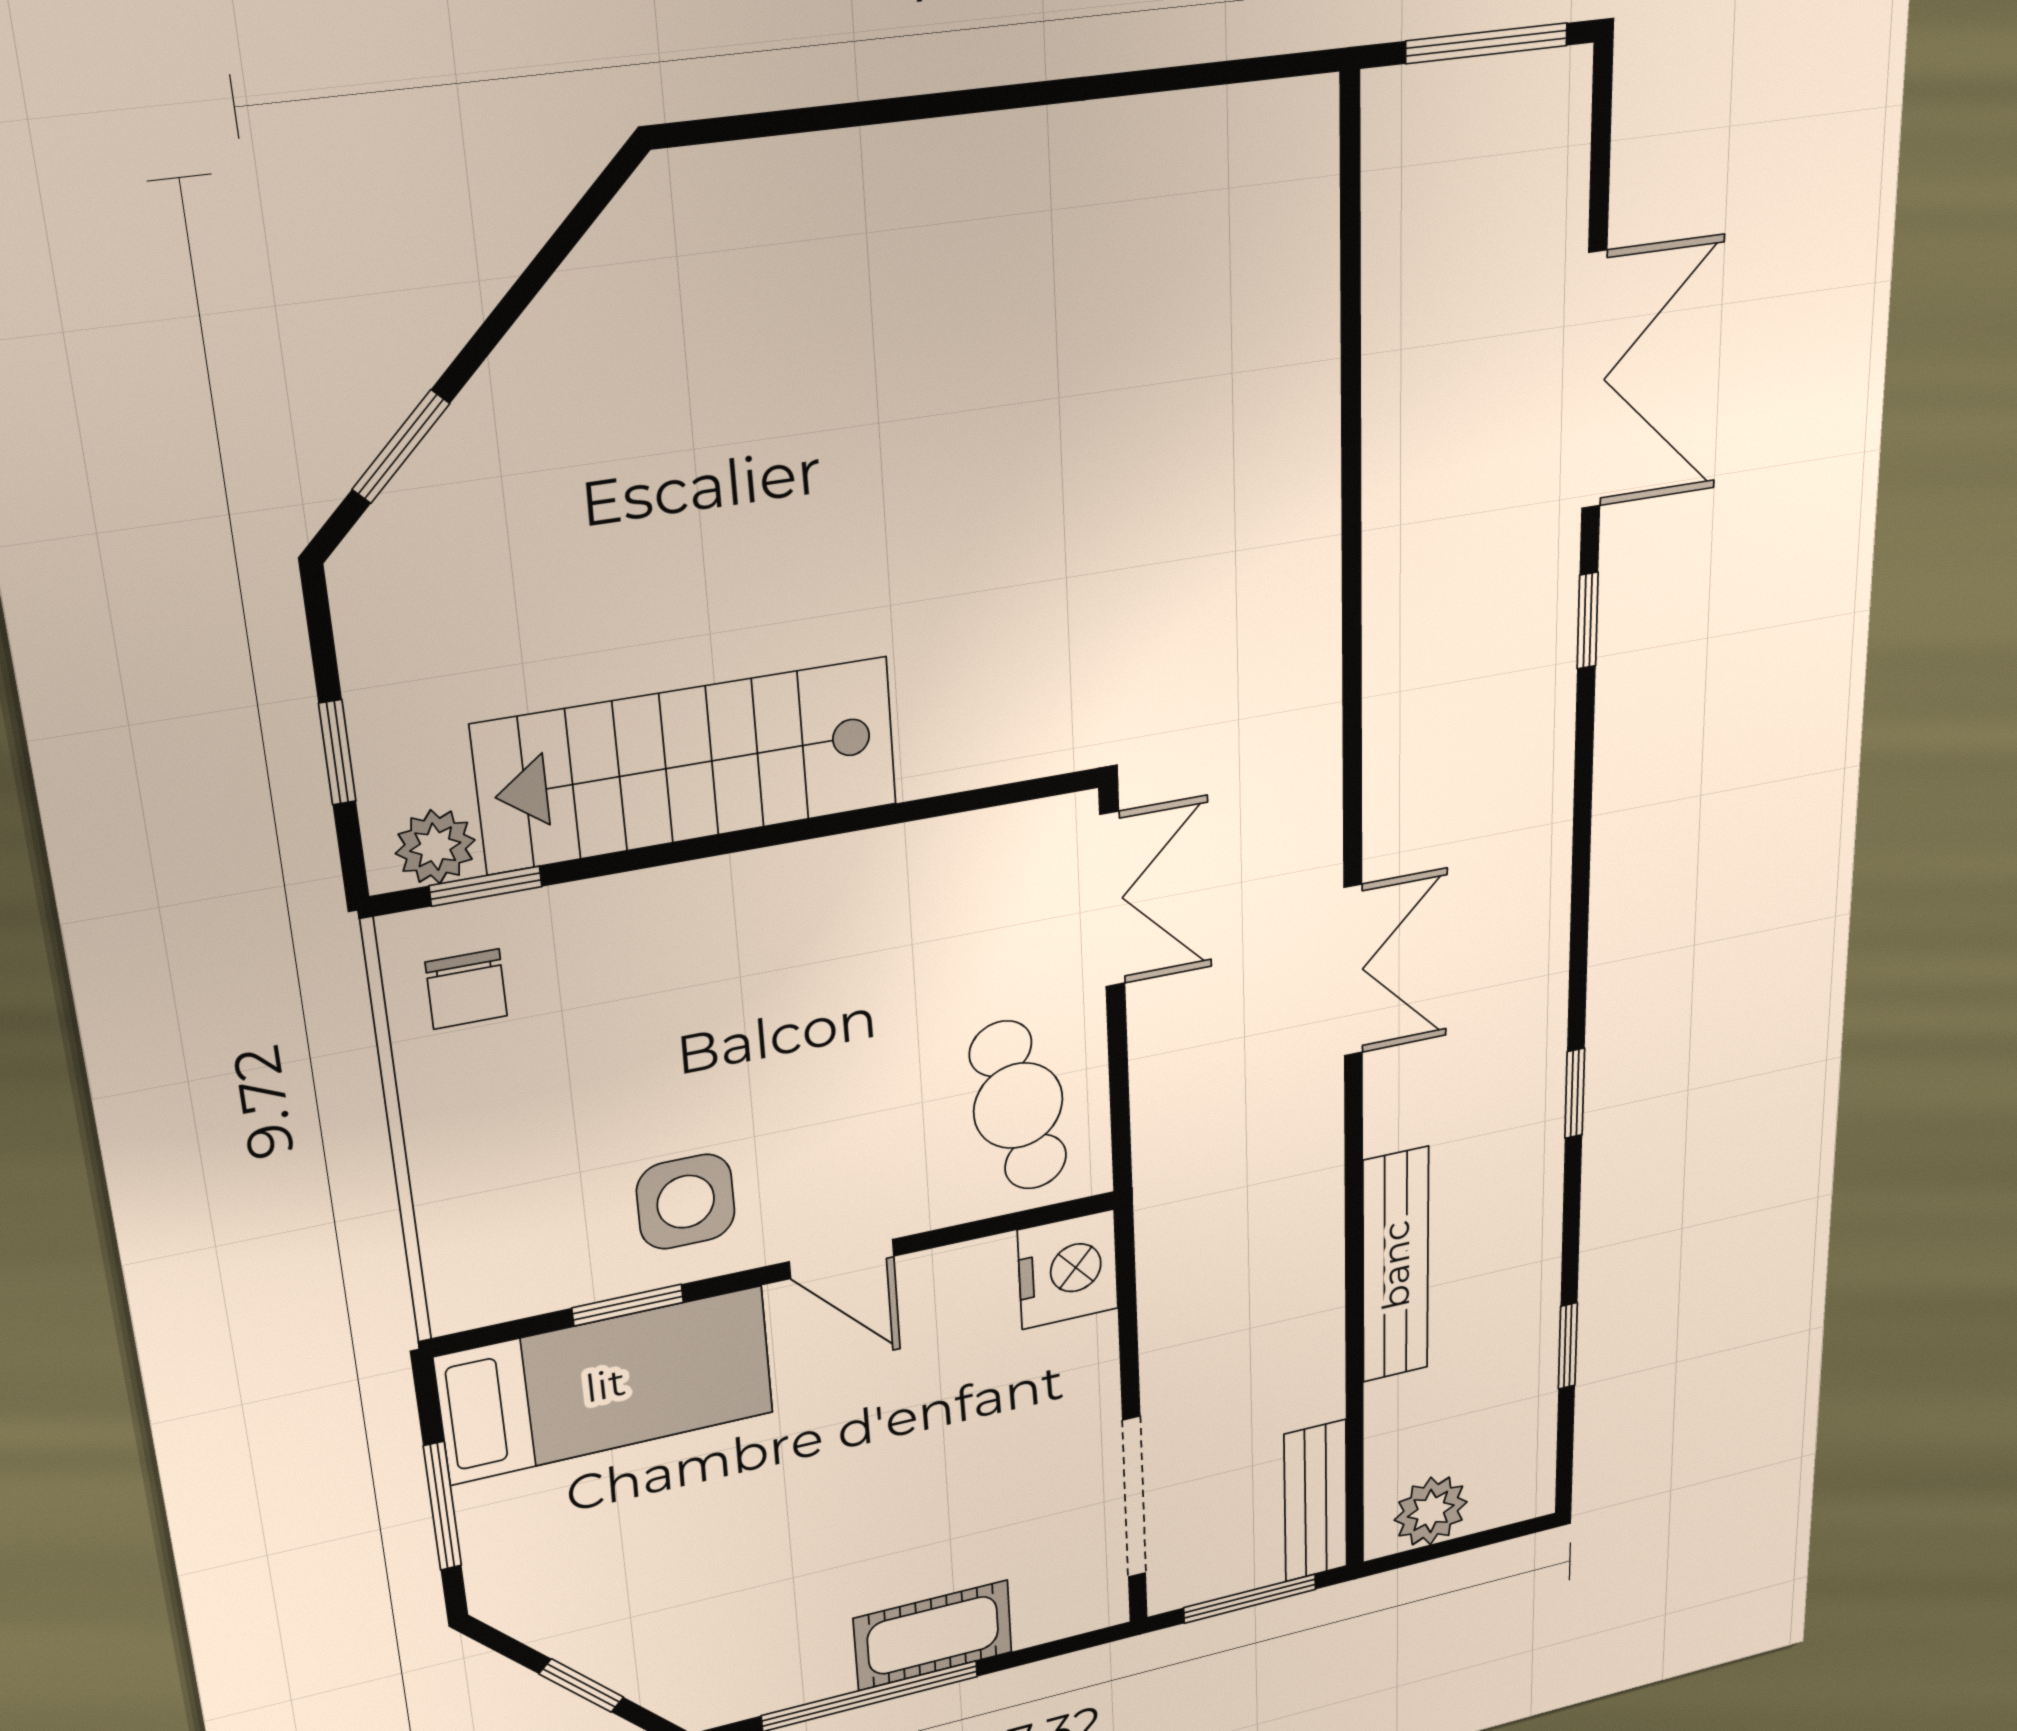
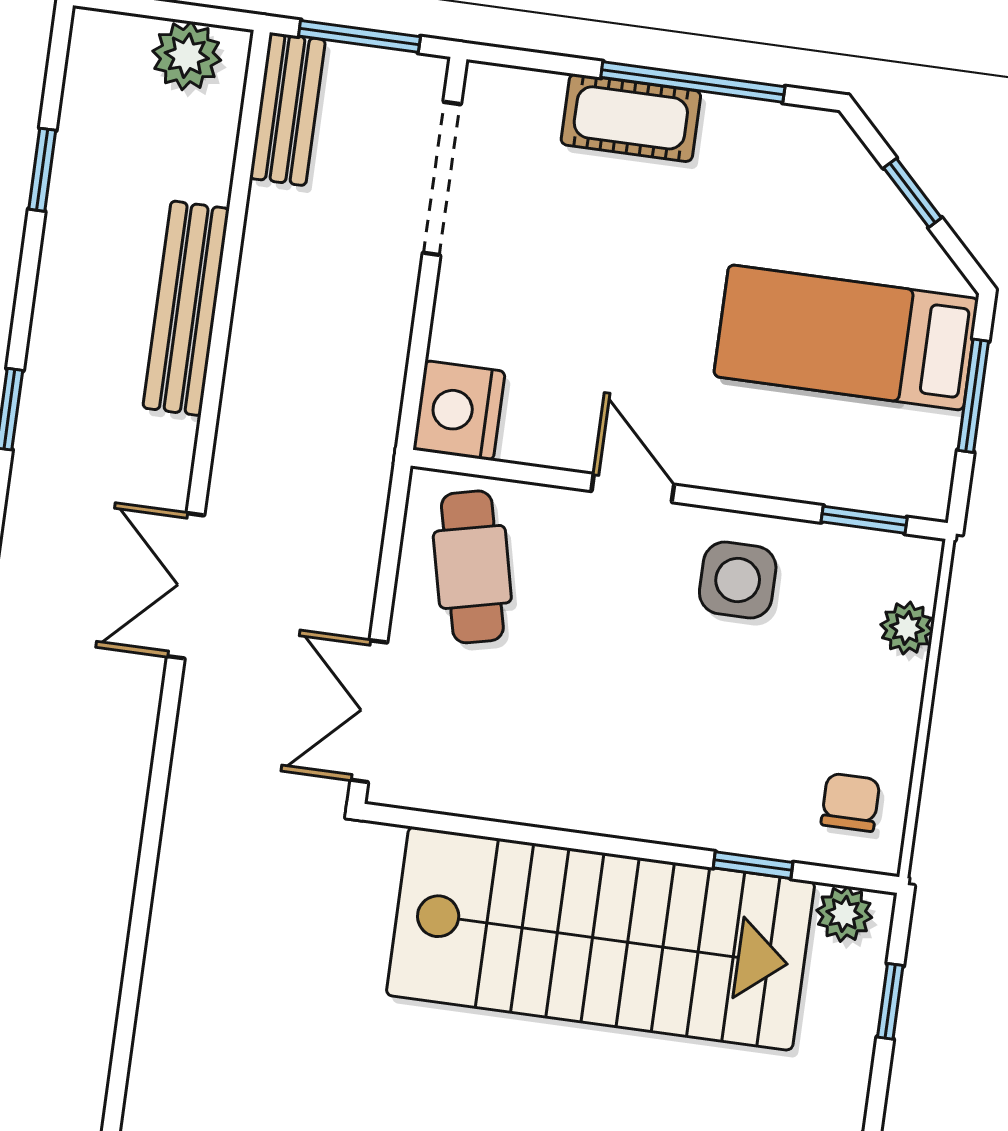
stairs: (688, 765) -> (601, 938), width x1.36, depth x1.51
window: (486, 886) -> (753, 865), moved
plant: (451, 1220) -> (907, 628), added
window: (628, 1305) -> (864, 520), moved
bed: (606, 1385) -> (846, 337), moved

